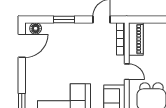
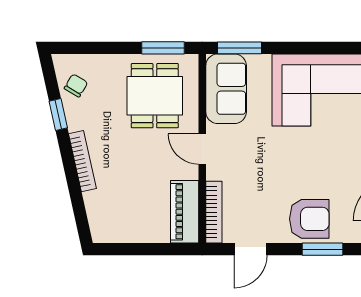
armchair: (71, 35) -> (309, 219), added

